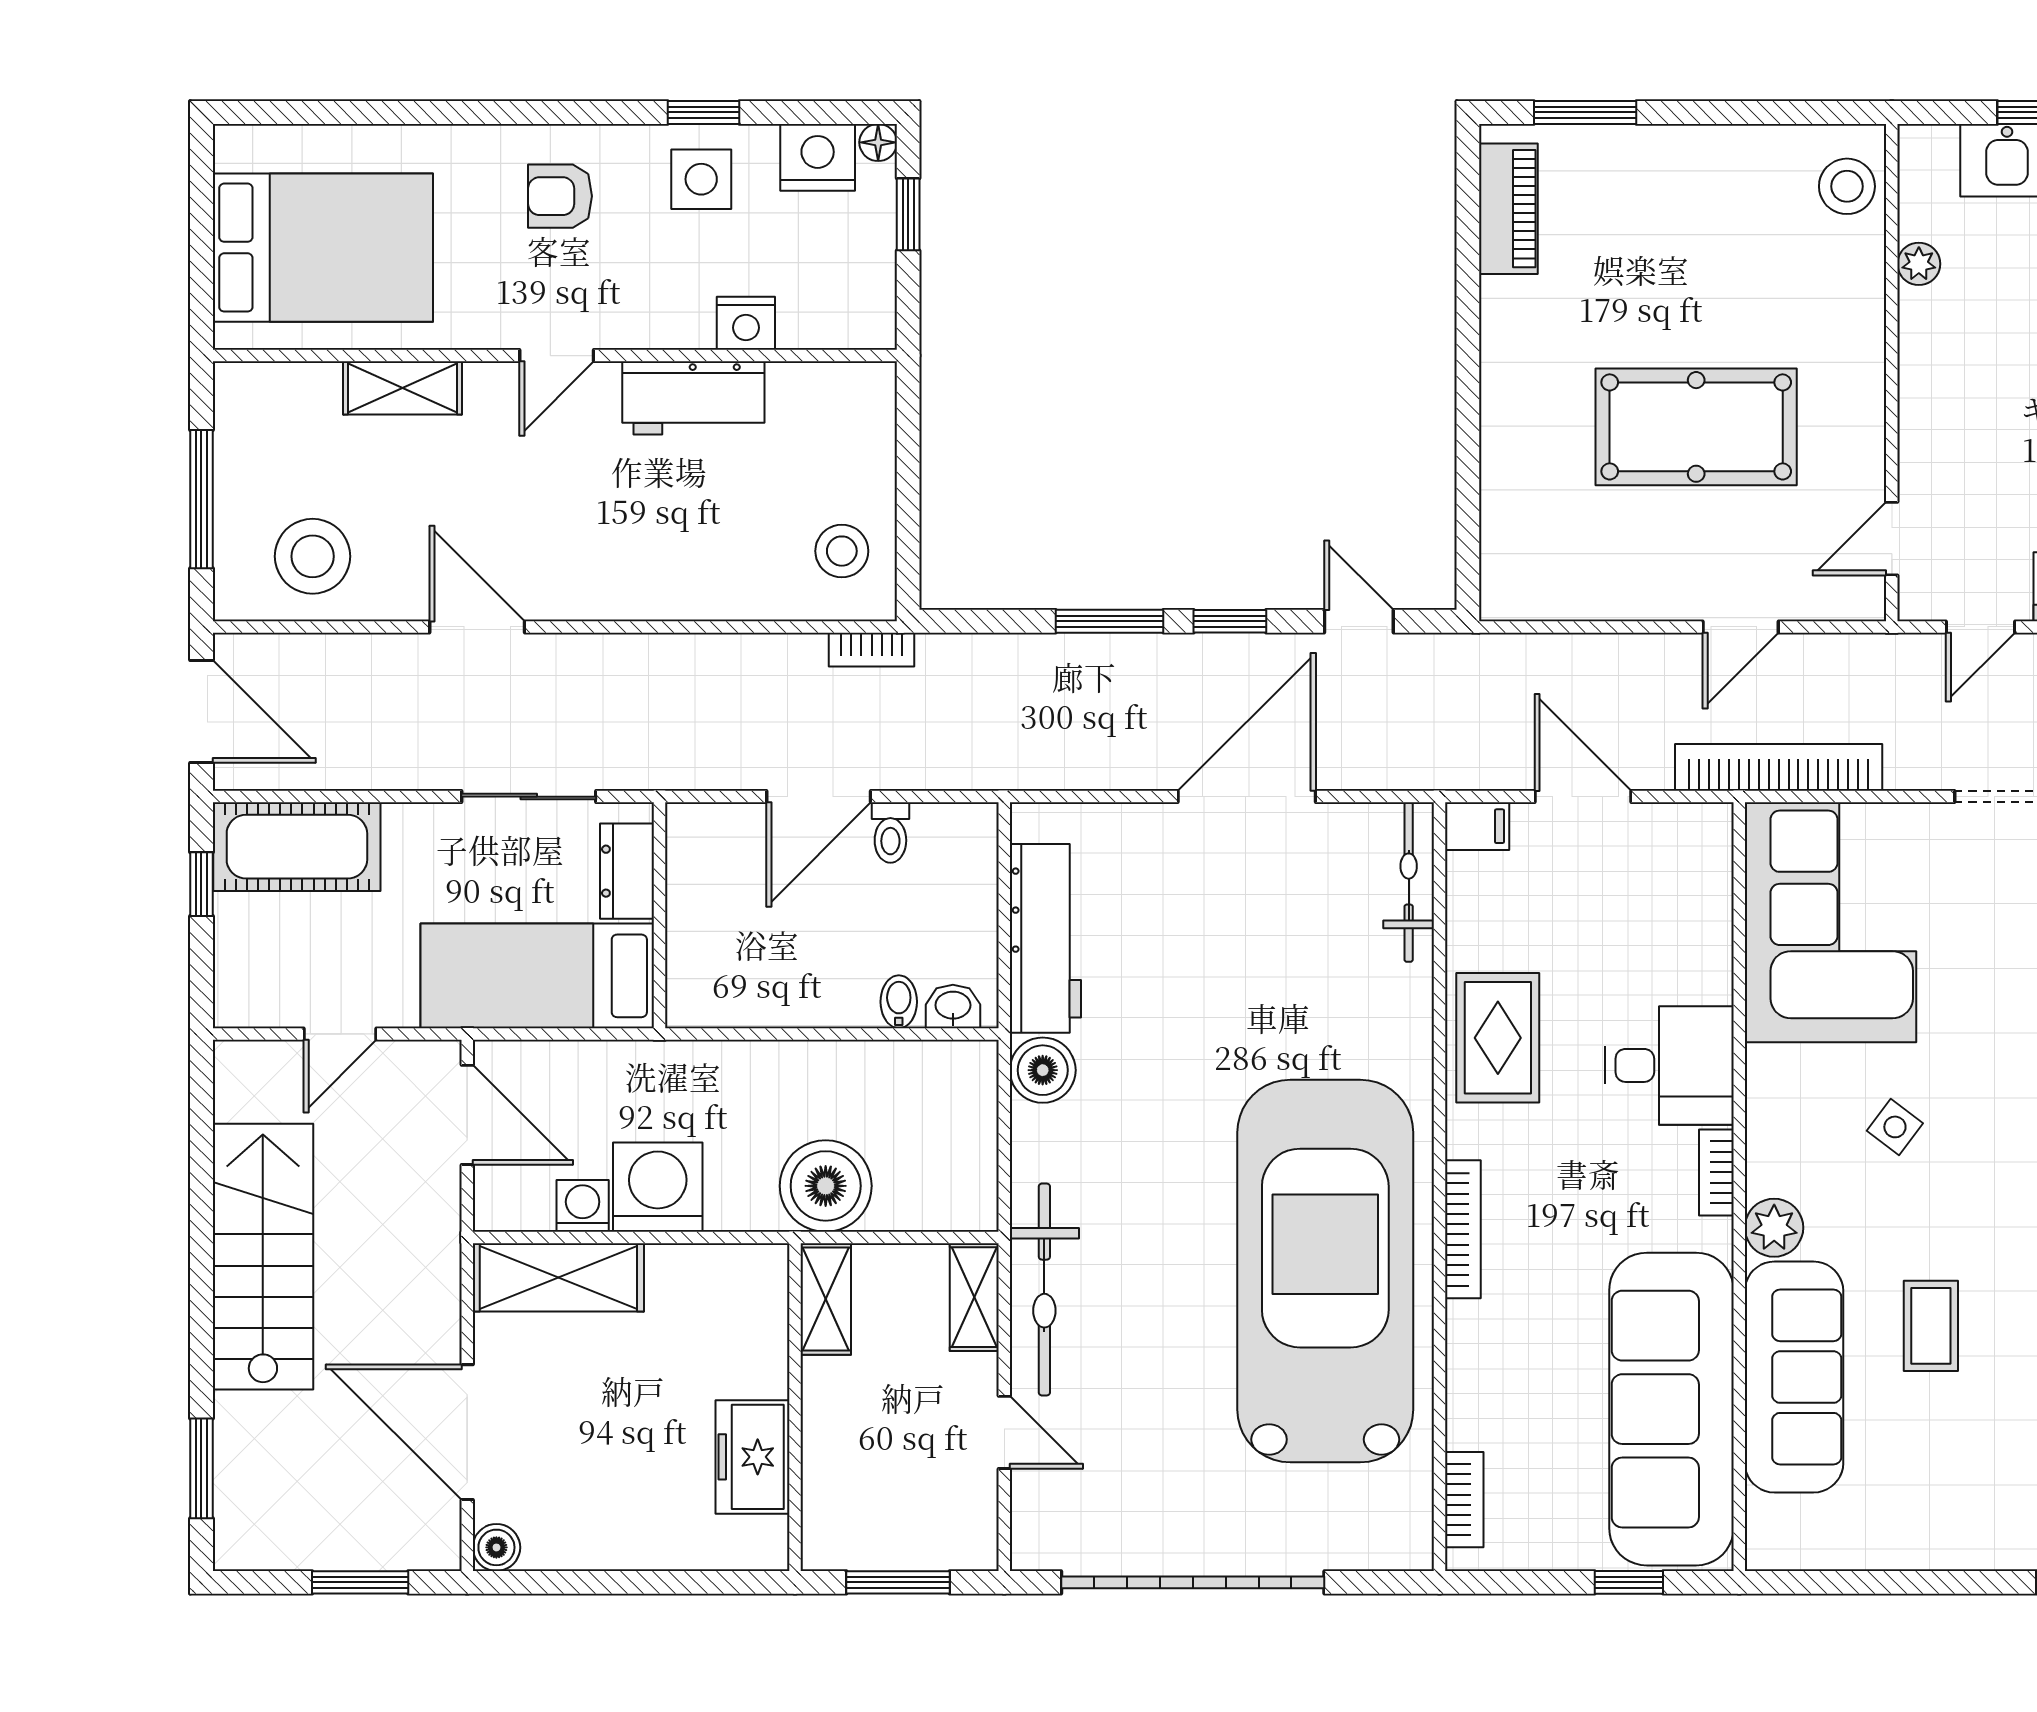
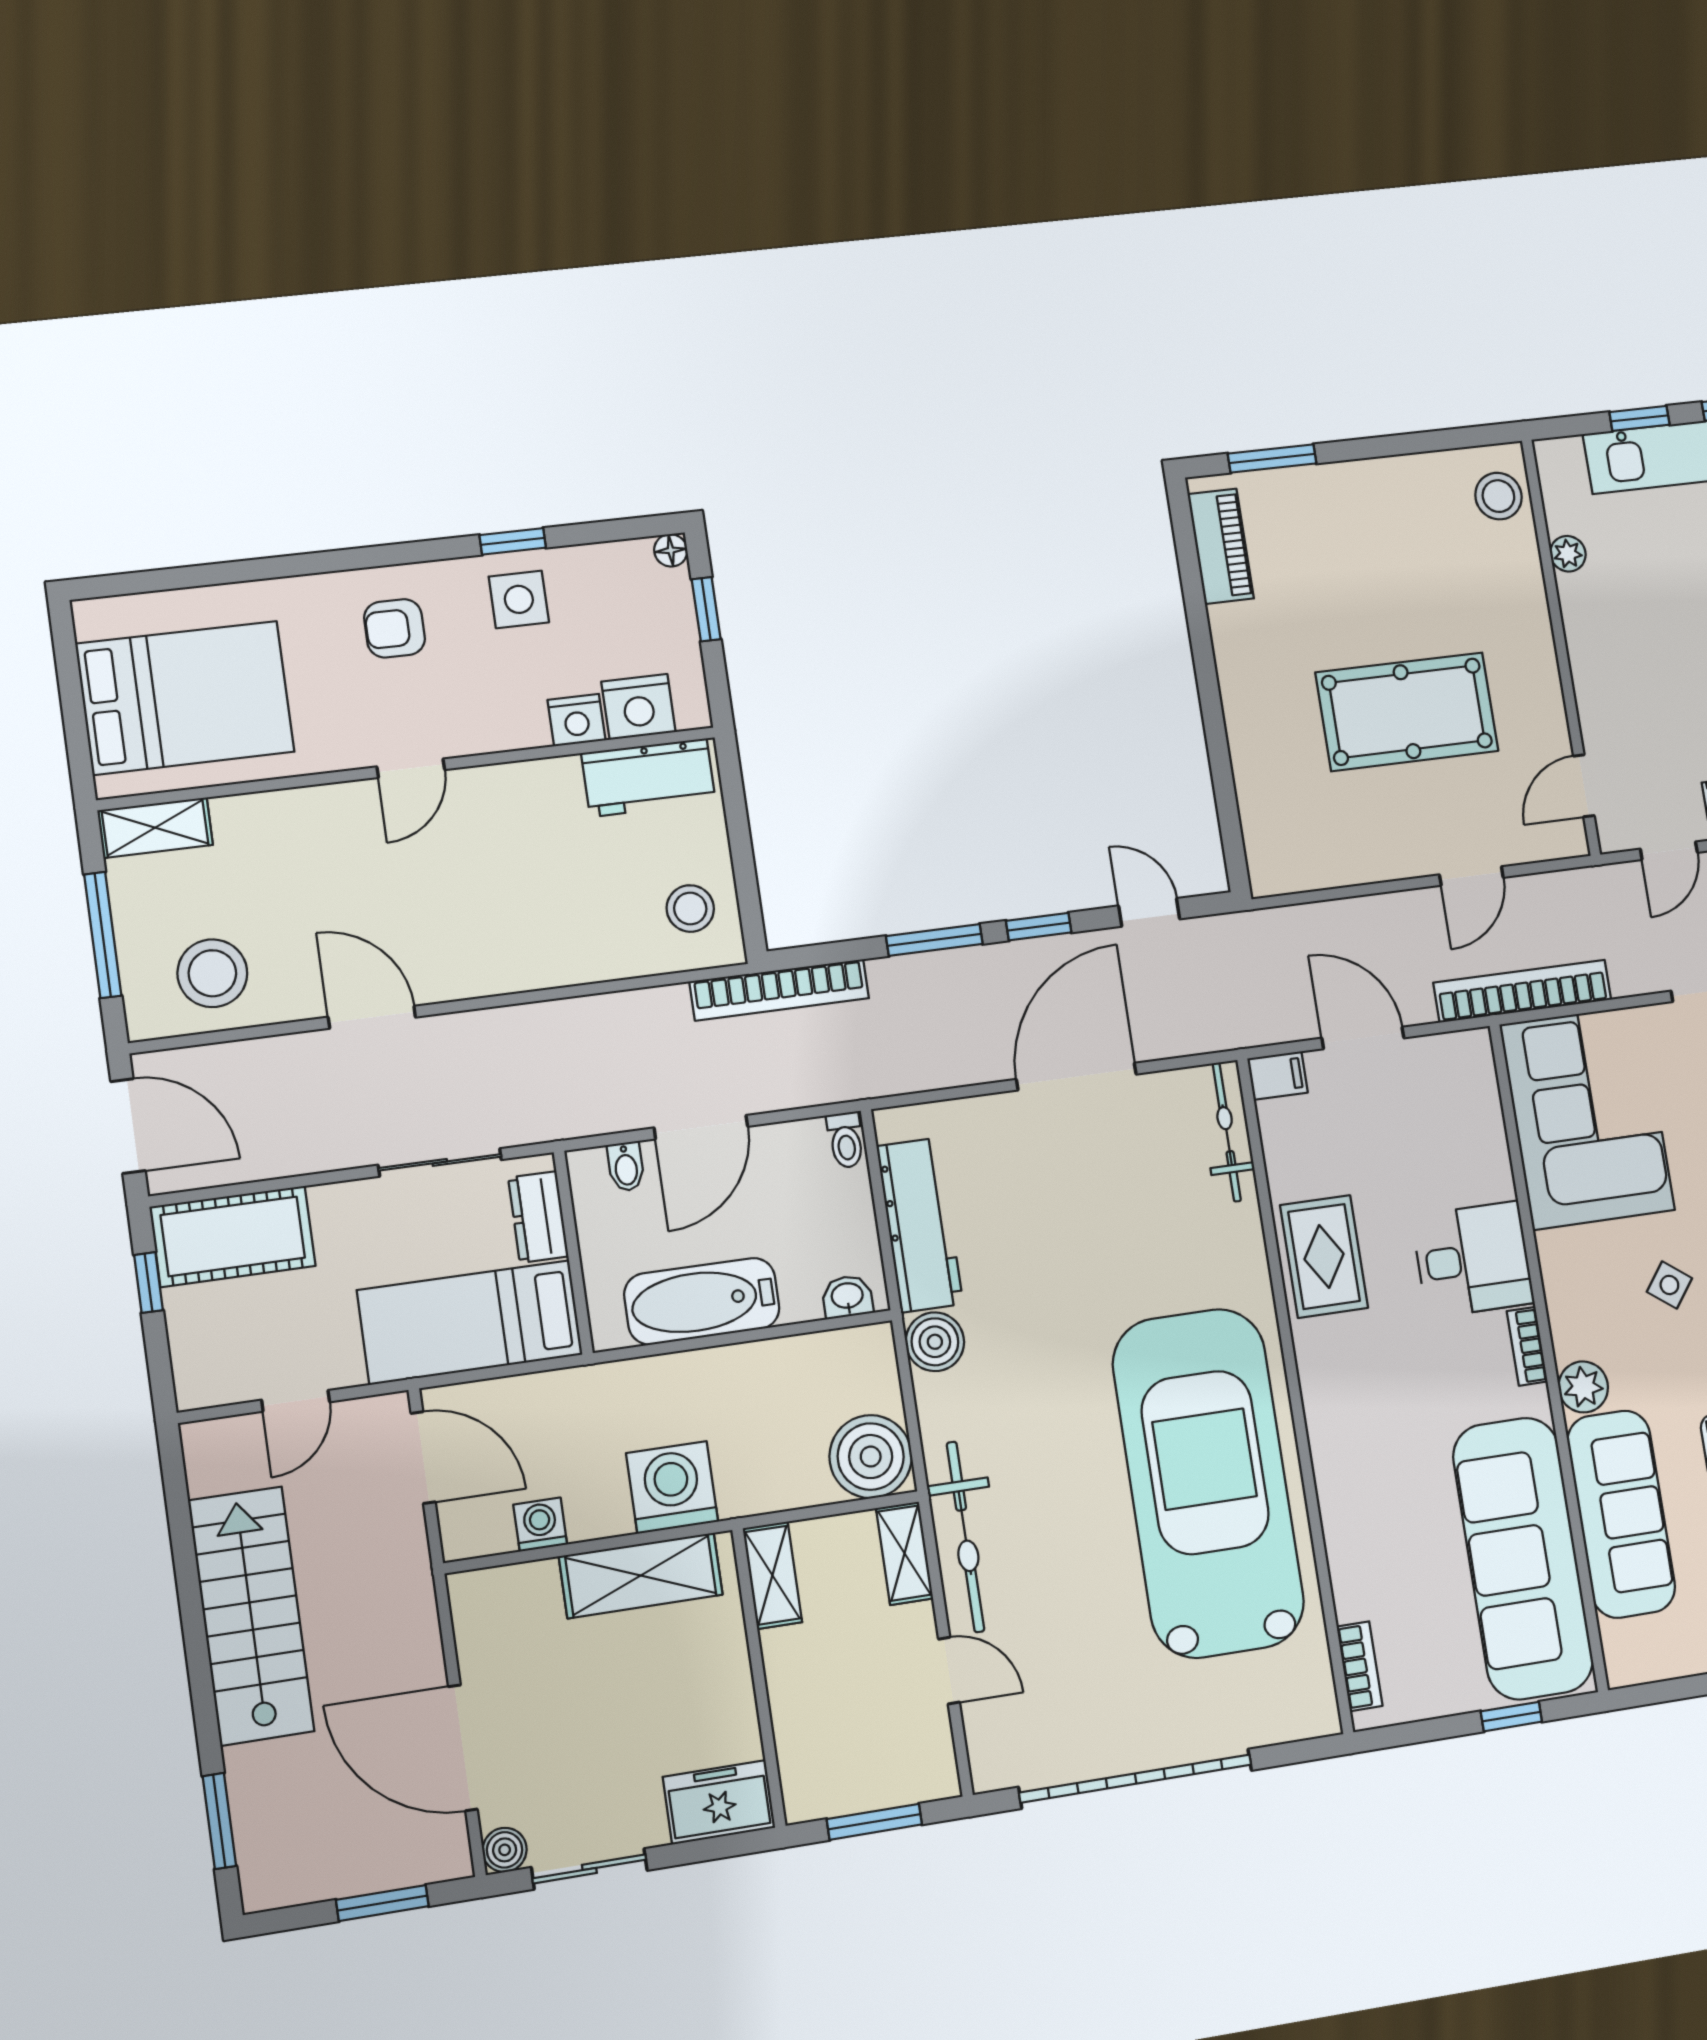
nightstand: (818, 157) -> (639, 707), moved, turned 180
shelving: (402, 388) -> (155, 828), moved
workbench: (693, 398) -> (649, 778), moved
bookcase: (872, 650) -> (779, 990), width x2.31, depth x1.31
toilet: (890, 833) -> (846, 1140), moved
bathtub: (792, 989) -> (702, 1301), added
bidet: (899, 1002) -> (626, 1167), moved, turned 180
boiler: (826, 1186) -> (871, 1457), moved
washing machine: (658, 1187) -> (672, 1487), moved
bookcase: (1463, 1229) -> (1321, 1428), removed
shelving: (558, 1277) -> (641, 1575), moved
freezer: (753, 1457) -> (719, 1802), moved, turned 90
sliding door: (584, 1582) -> (589, 1869), added

